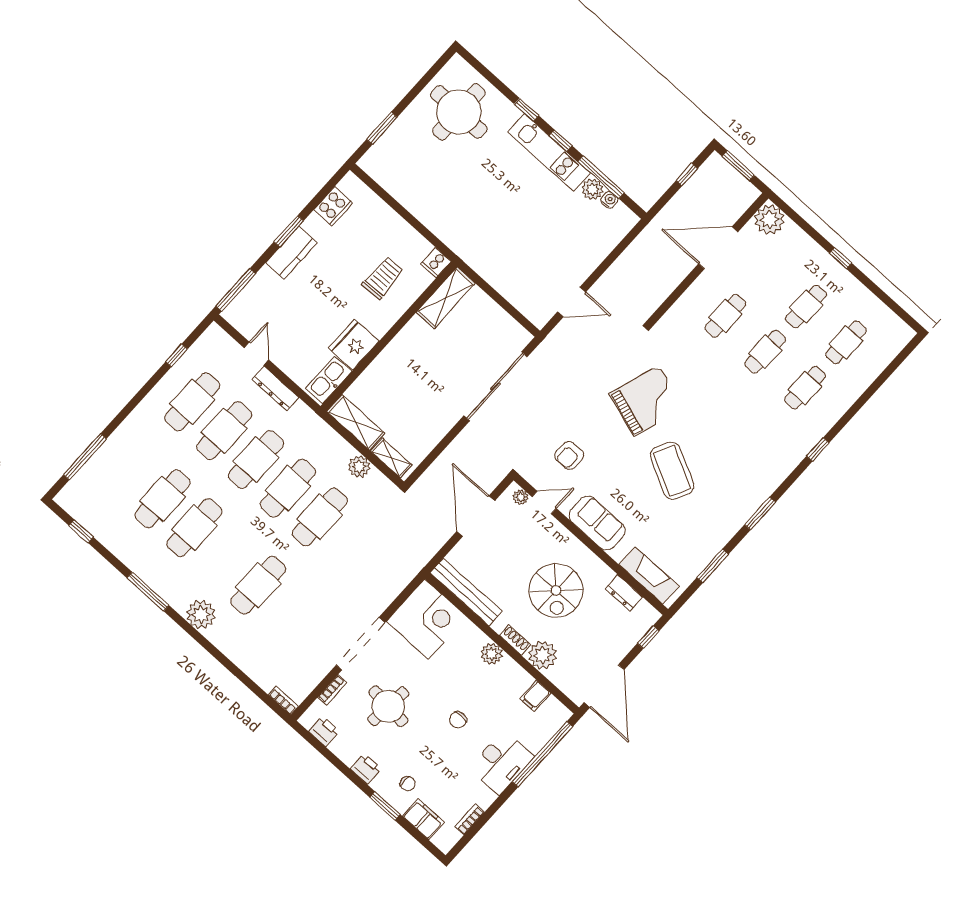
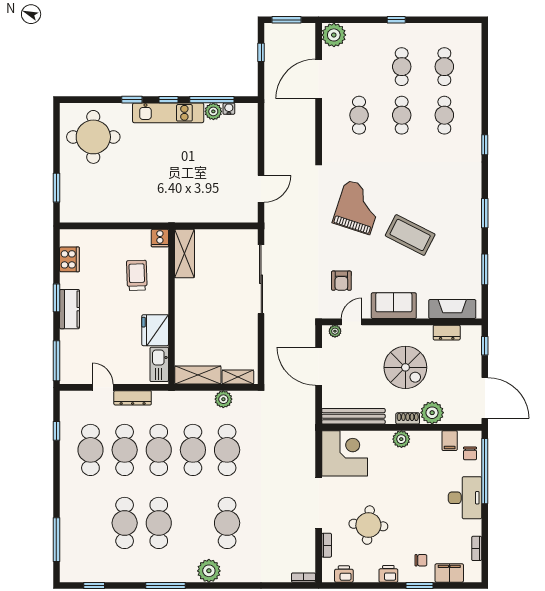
chair: (458, 720) -> (470, 453), moved

